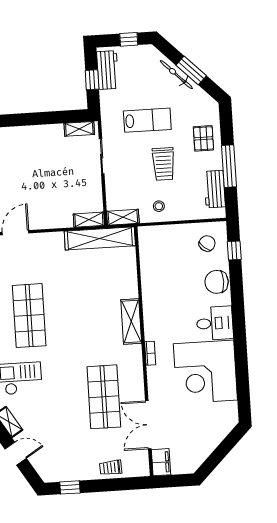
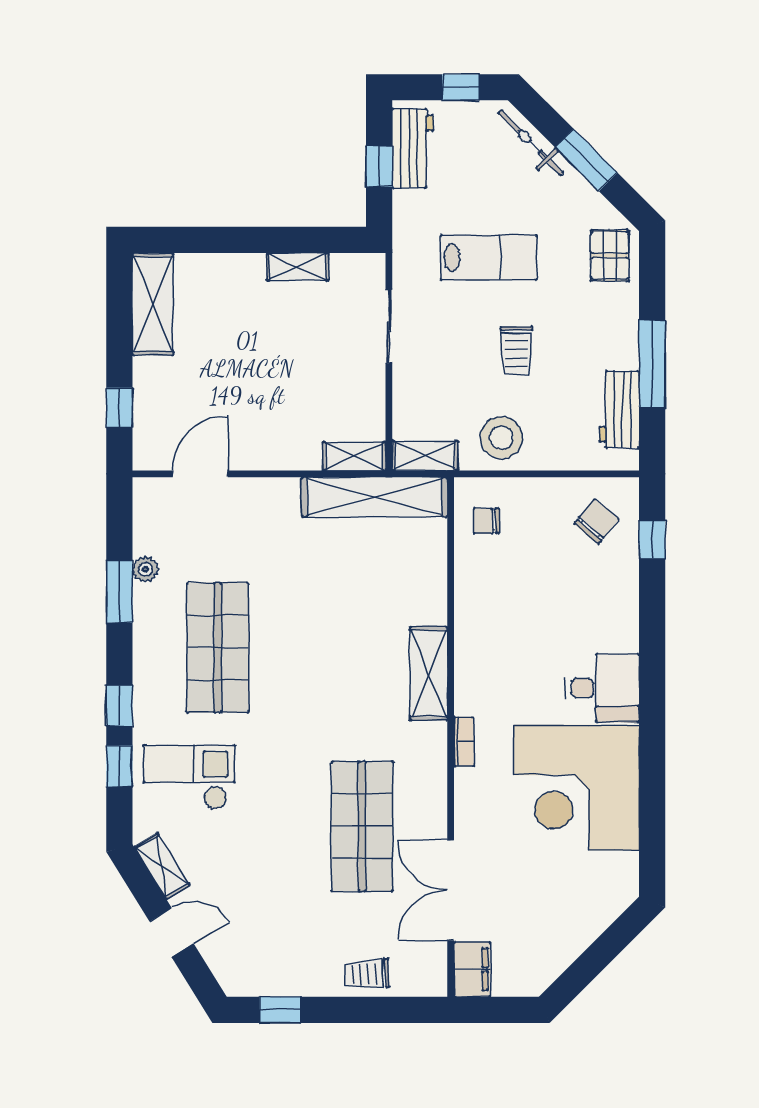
bicycle: (176, 75) -> (531, 143), moved
shelving: (79, 129) -> (298, 267), moved
pallet: (203, 138) -> (610, 255), moved
trolley: (163, 164) -> (516, 350), width x0.73, depth x0.72
stool: (159, 206) -> (501, 438), width x1.89, depth x1.89
chair: (217, 282) -> (486, 521), moved, width x0.54, depth x0.54

